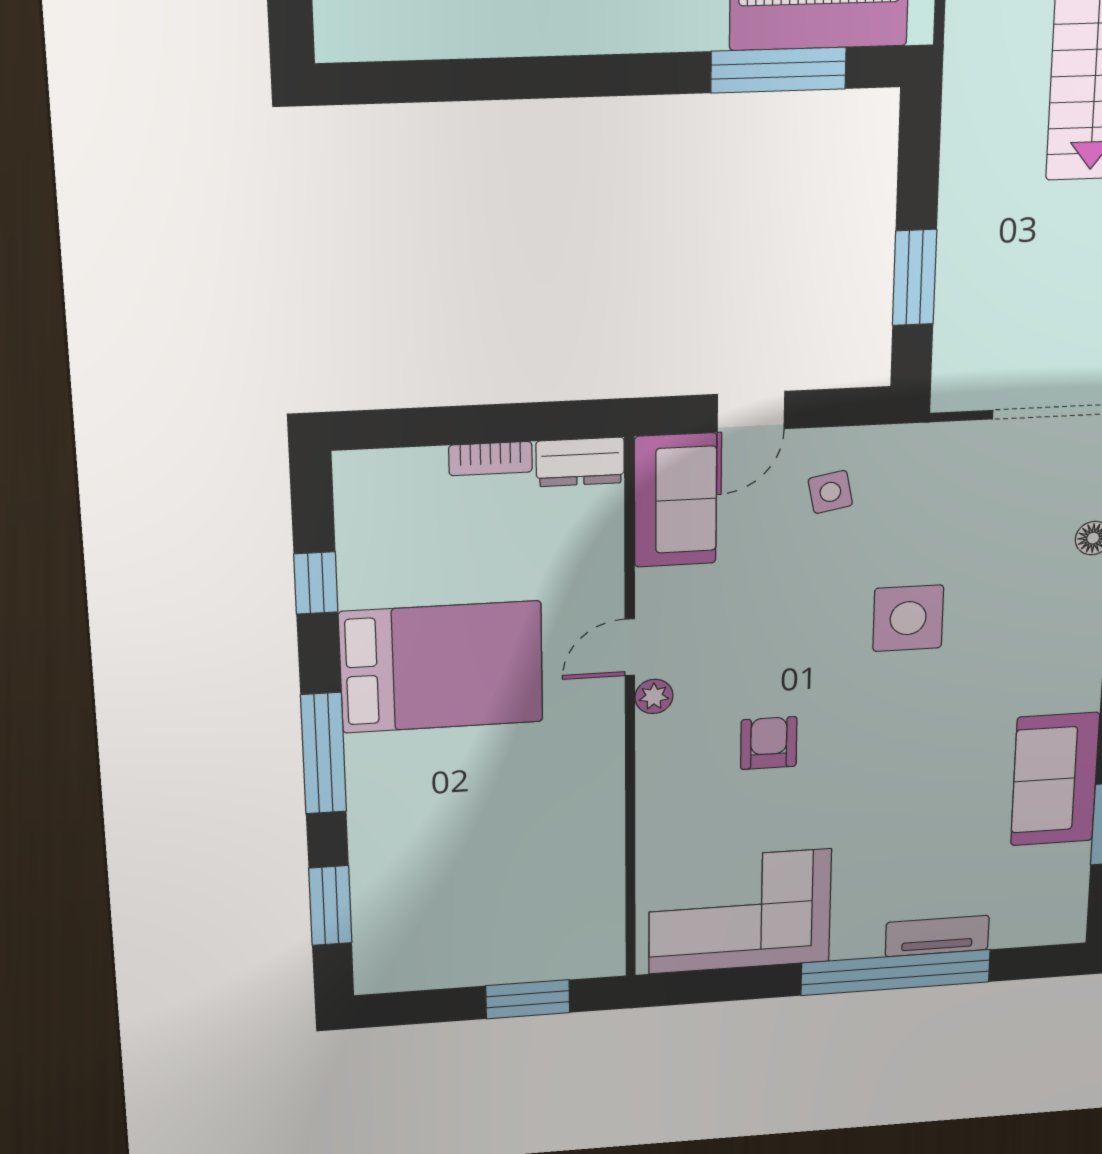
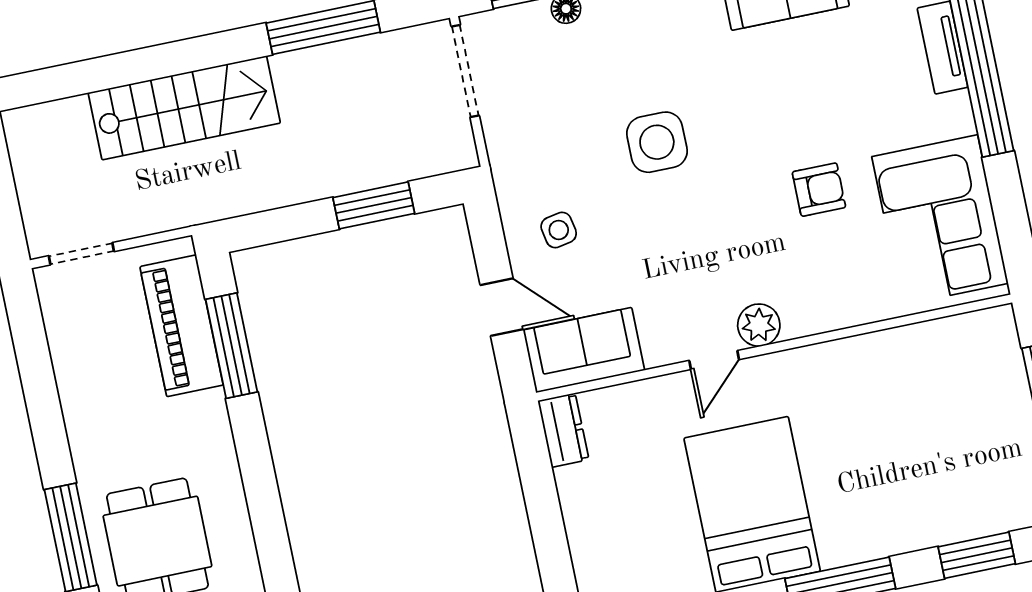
bookcase: (490, 459) -> (571, 499), removed
door: (630, 647) -> (714, 360), hinge flipped
plant: (654, 696) -> (759, 325), width x1.38, depth x1.38
armchair: (769, 743) -> (819, 190), moved, turned 180

